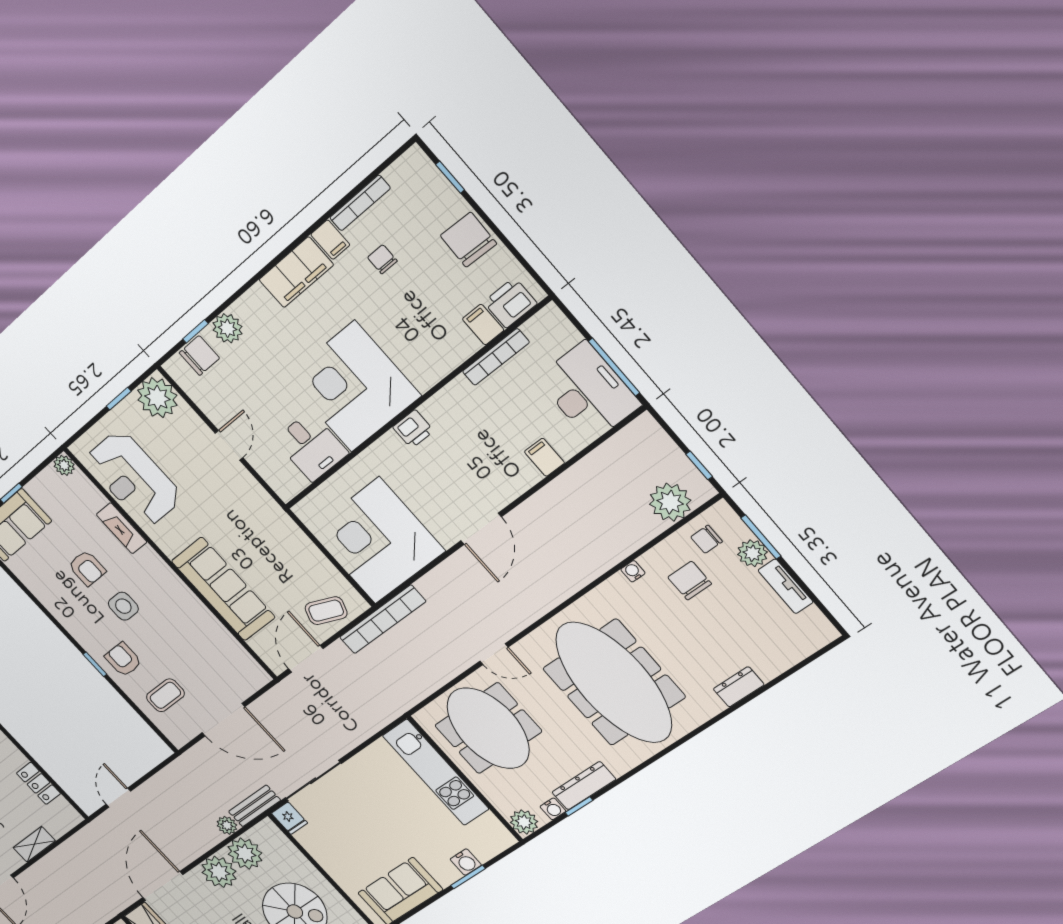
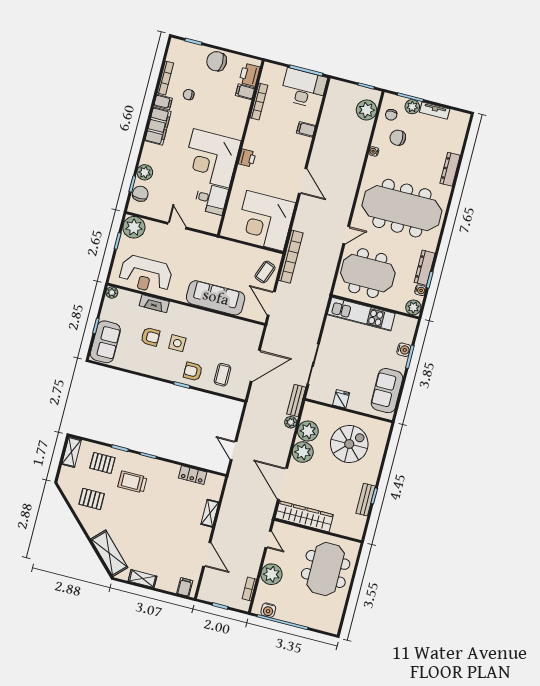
dresser: (739, 687) -> (450, 169), width x1.44
fridge: (289, 818) -> (341, 399), moved, turned -90

